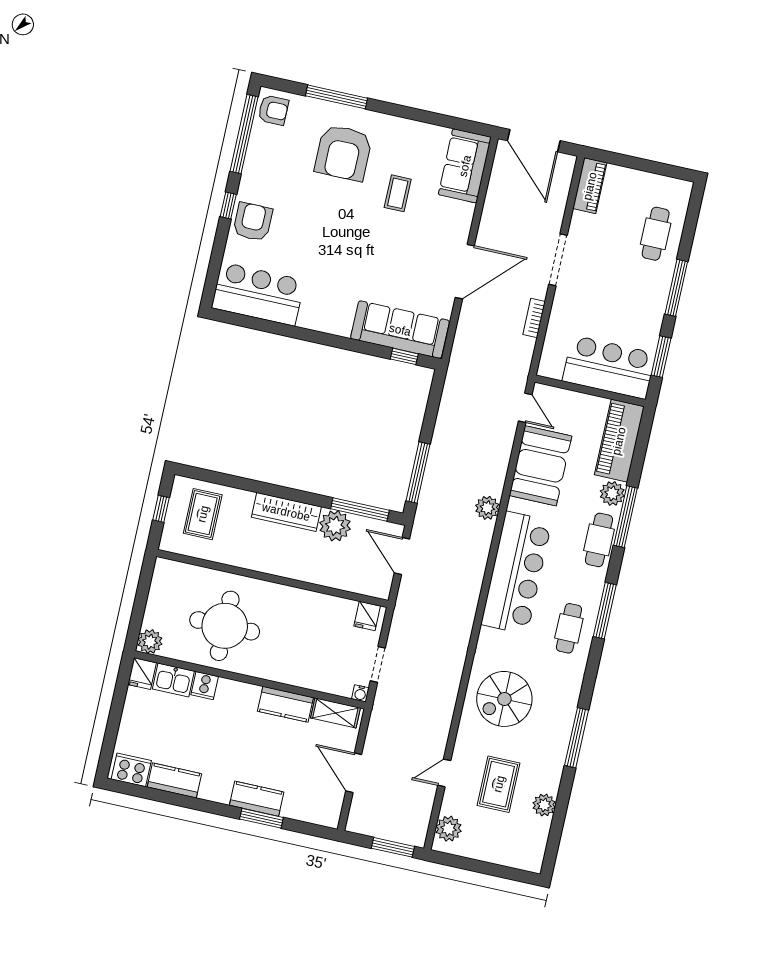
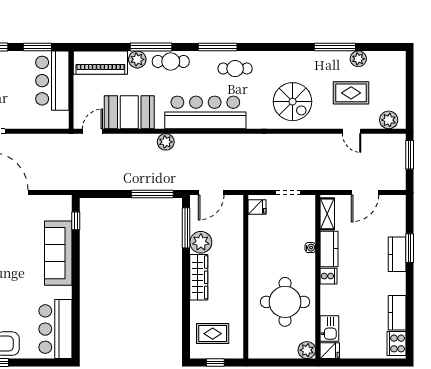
bookcase: (534, 318) -> (30, 139), removed
sofa: (400, 330) -> (58, 253), moved
cooker: (205, 686) -> (328, 276), moved
water cooler: (360, 693) -> (310, 248), moved
window: (577, 738) -> (335, 47), moved

